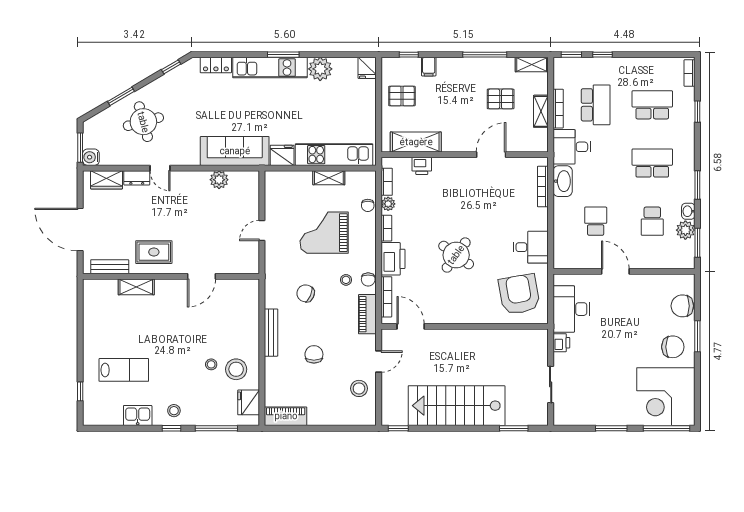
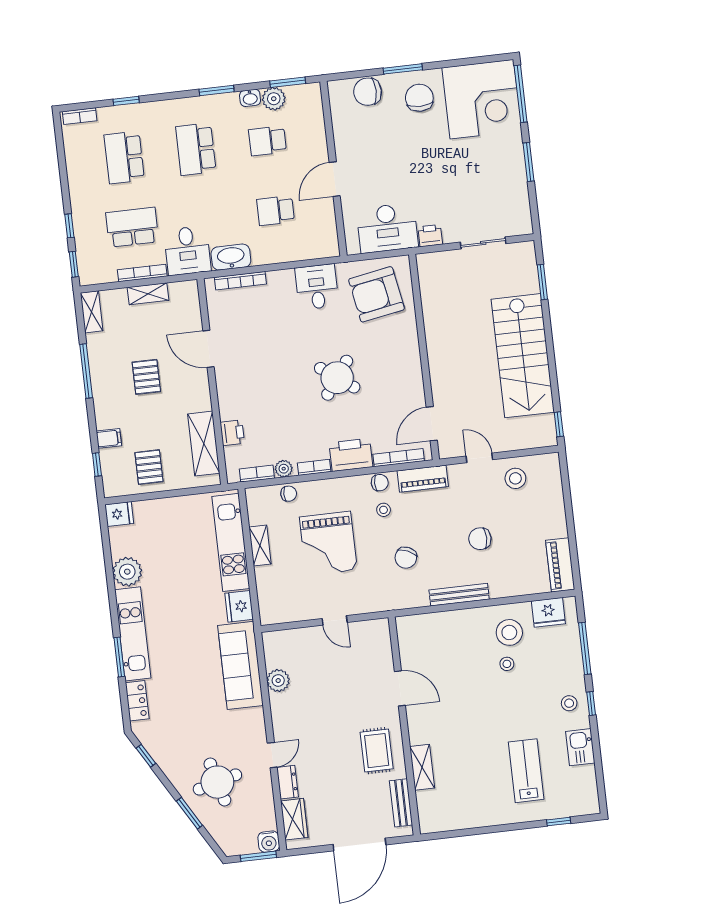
window: (283, 55) -> (119, 657), moved
pallet: (501, 99) -> (146, 377), moved
school desk: (652, 221) -> (268, 141), turned 180
chair: (682, 306) -> (368, 92), turned 90

